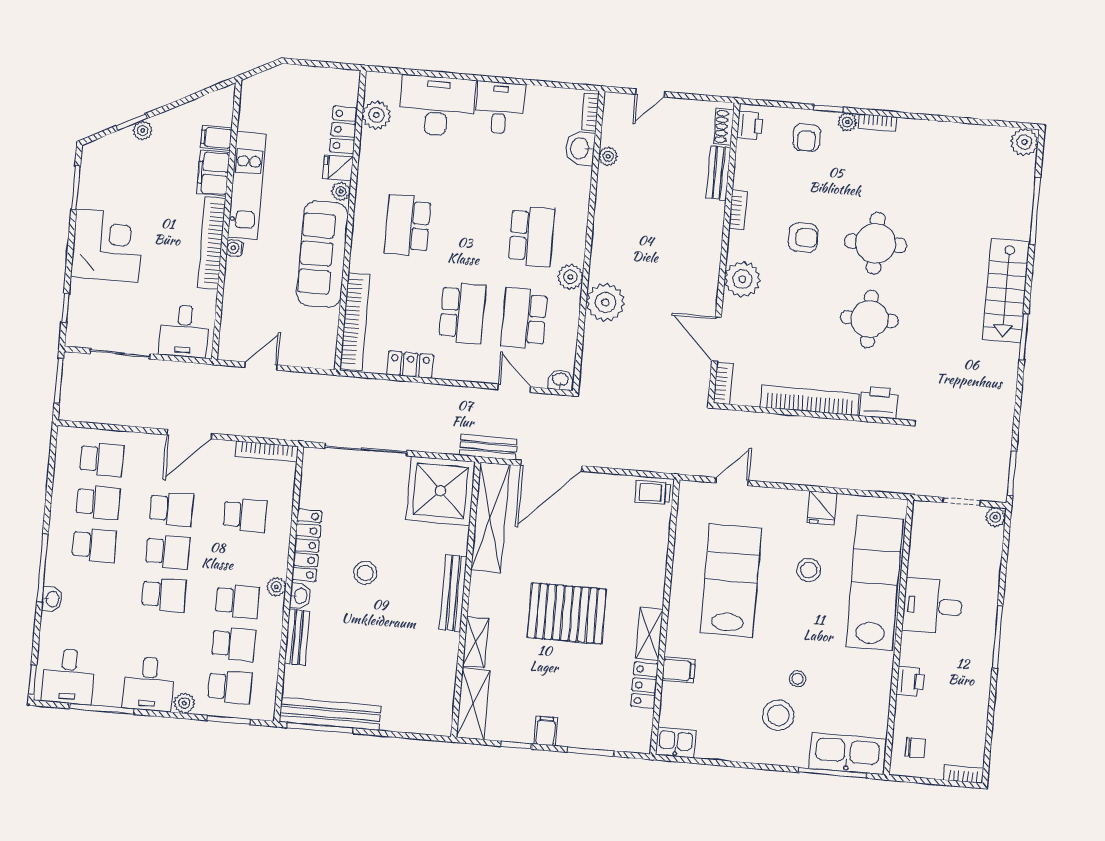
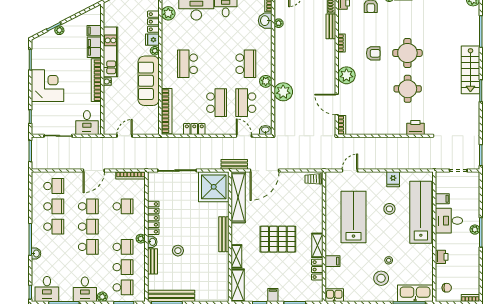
bookcase: (810, 400) -> (383, 129), removed
plant: (995, 517) -> (475, 230), moved
filing cabinet: (922, 558) -> (442, 199), added
stool: (365, 573) -> (178, 251), moved

